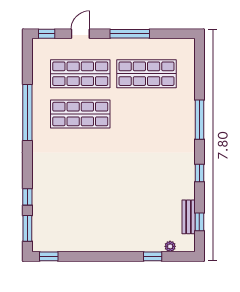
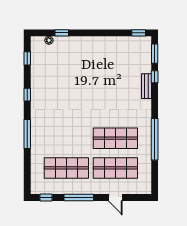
window: (47, 34) -> (46, 198), moved
door: (80, 34) -> (115, 198), hinge flipped
bench: (189, 217) -> (146, 86), moved

